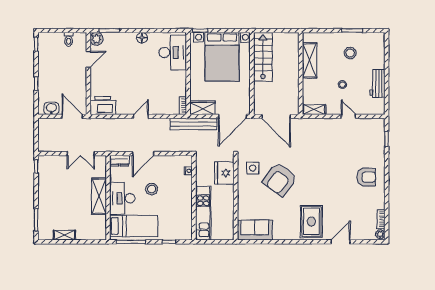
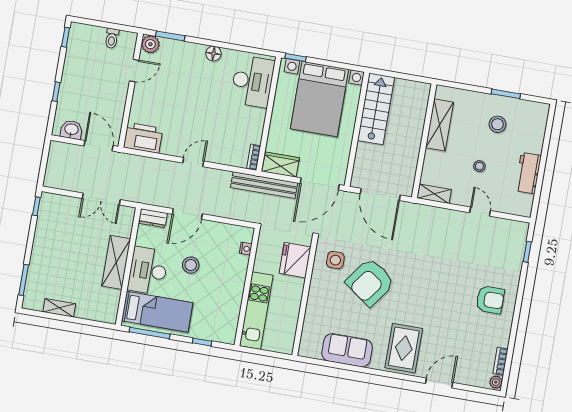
sofa: (255, 230) -> (347, 350), moved

